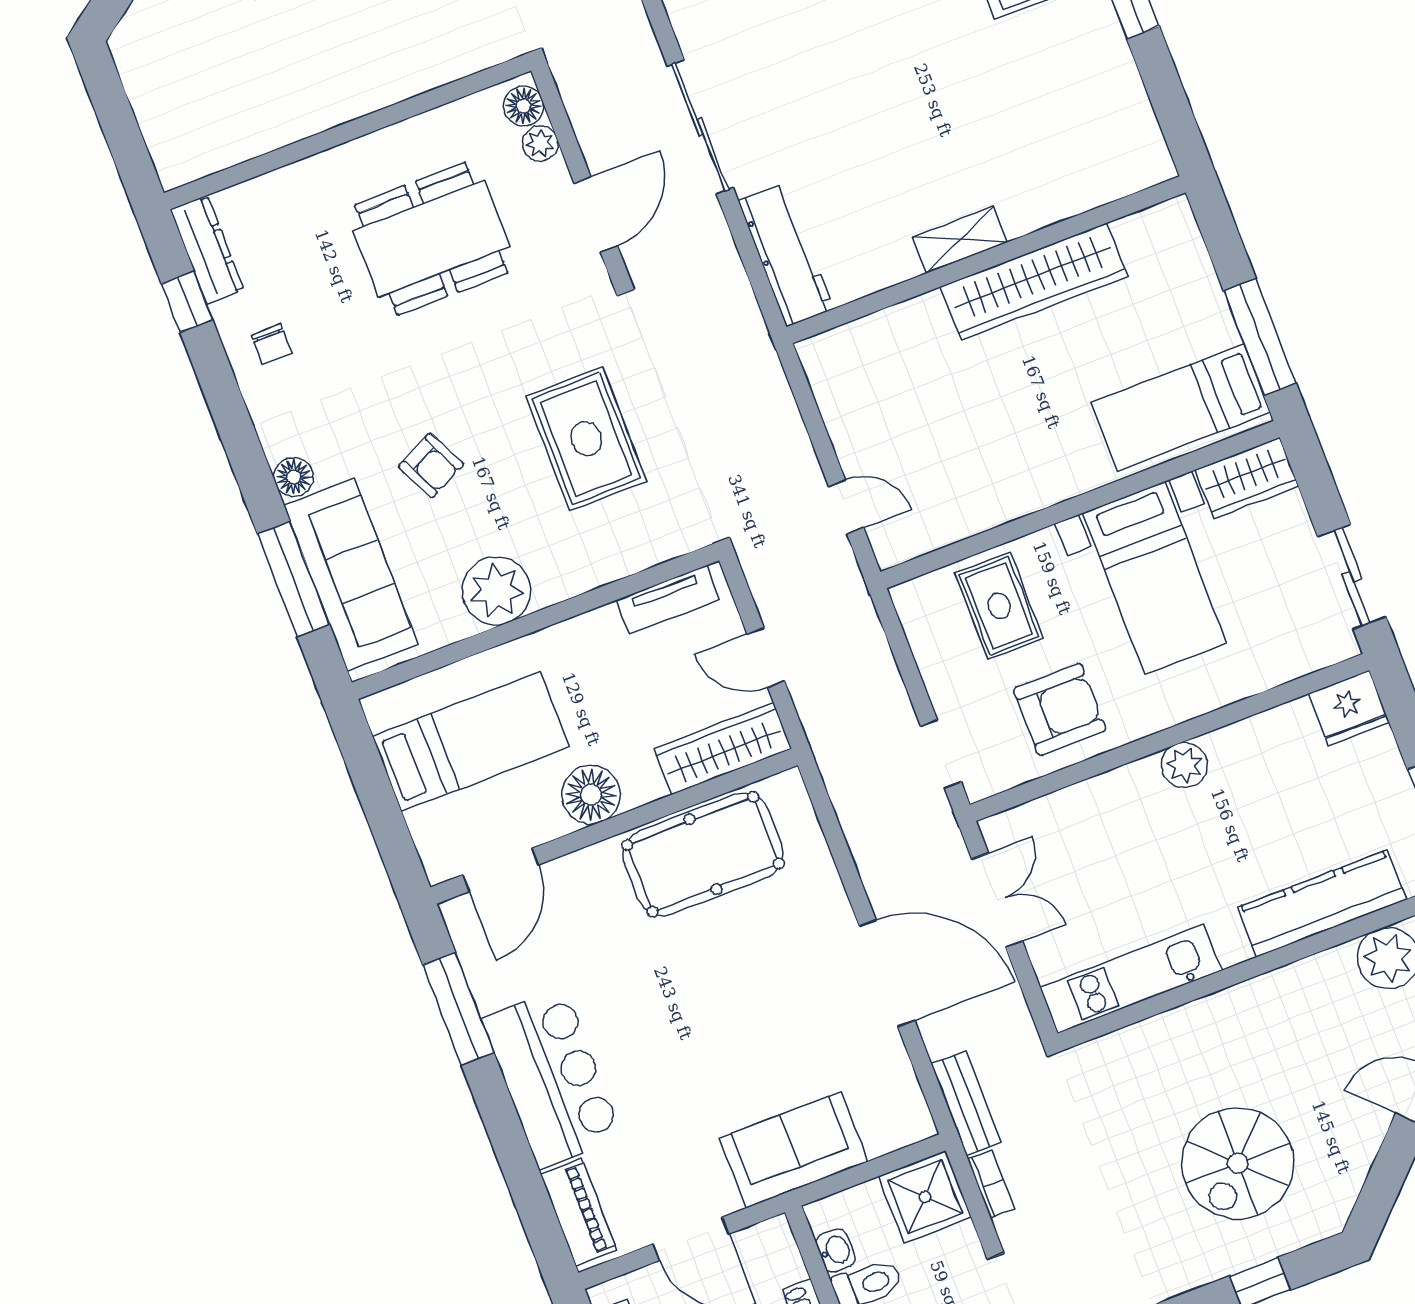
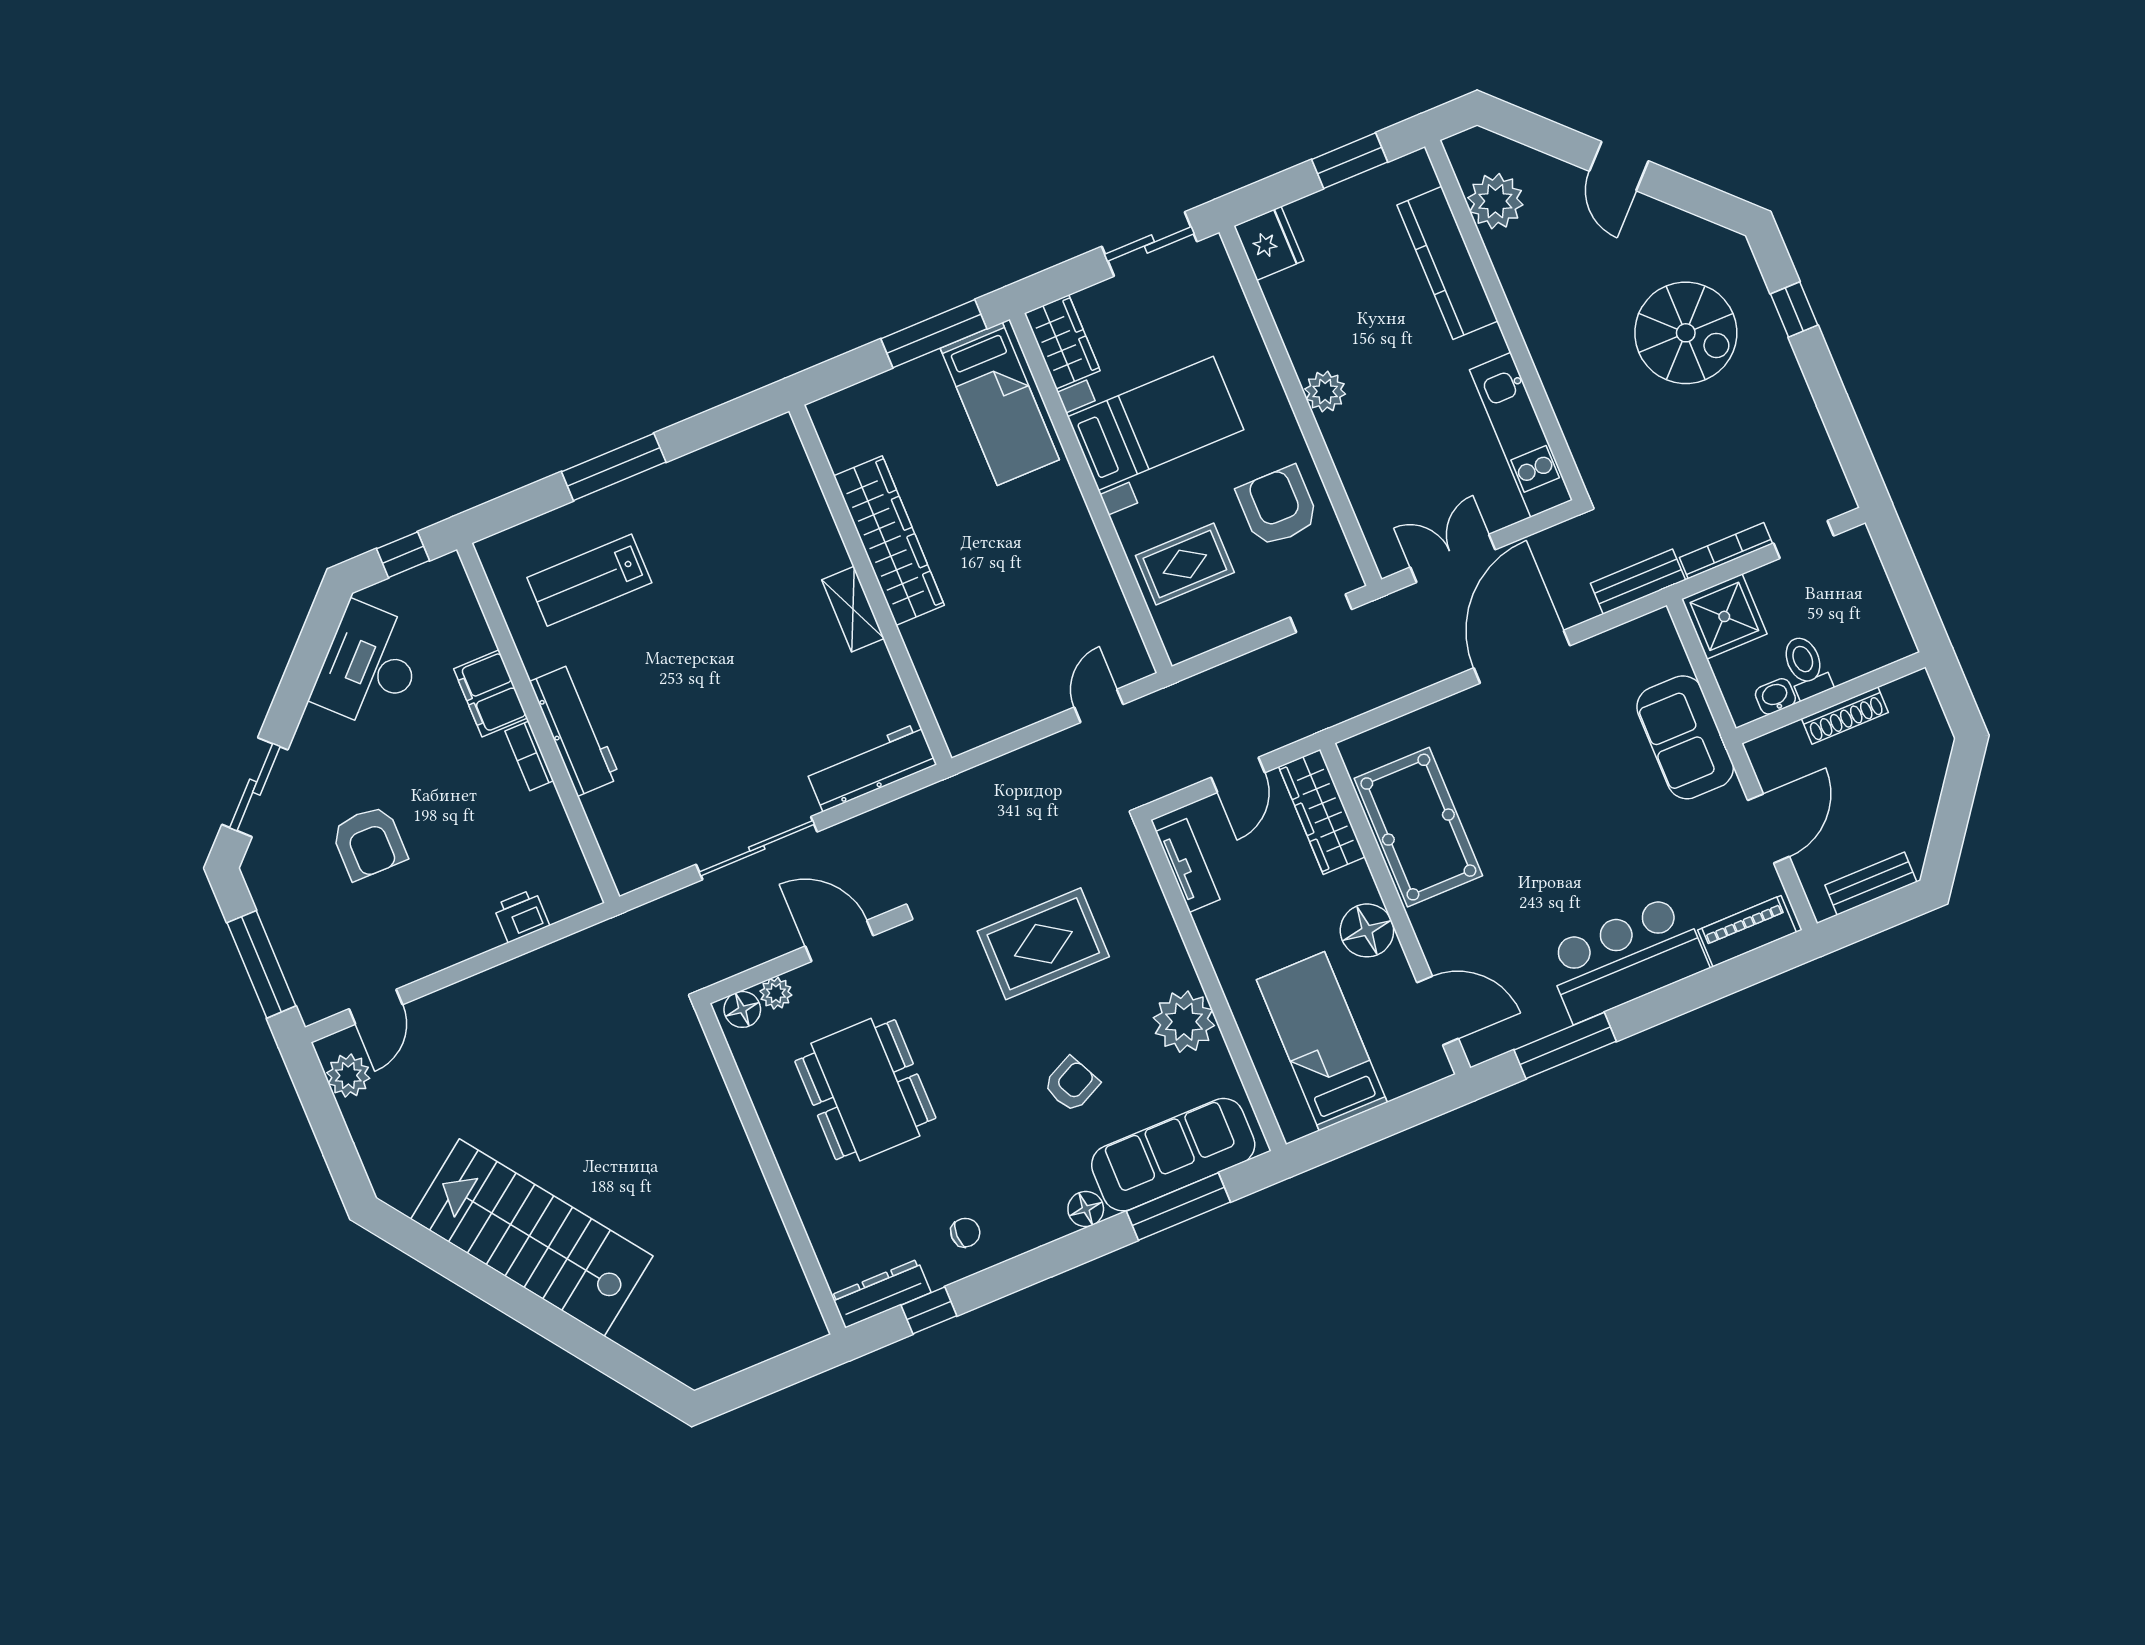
bookcase: (991, 1184) -> (1726, 551), width x1.56

